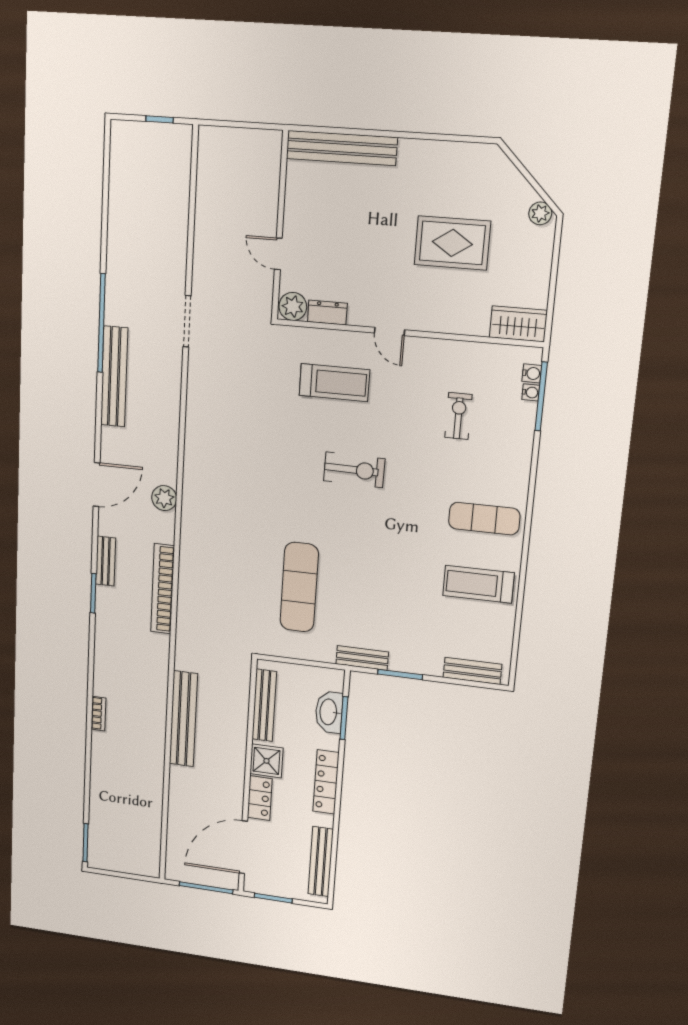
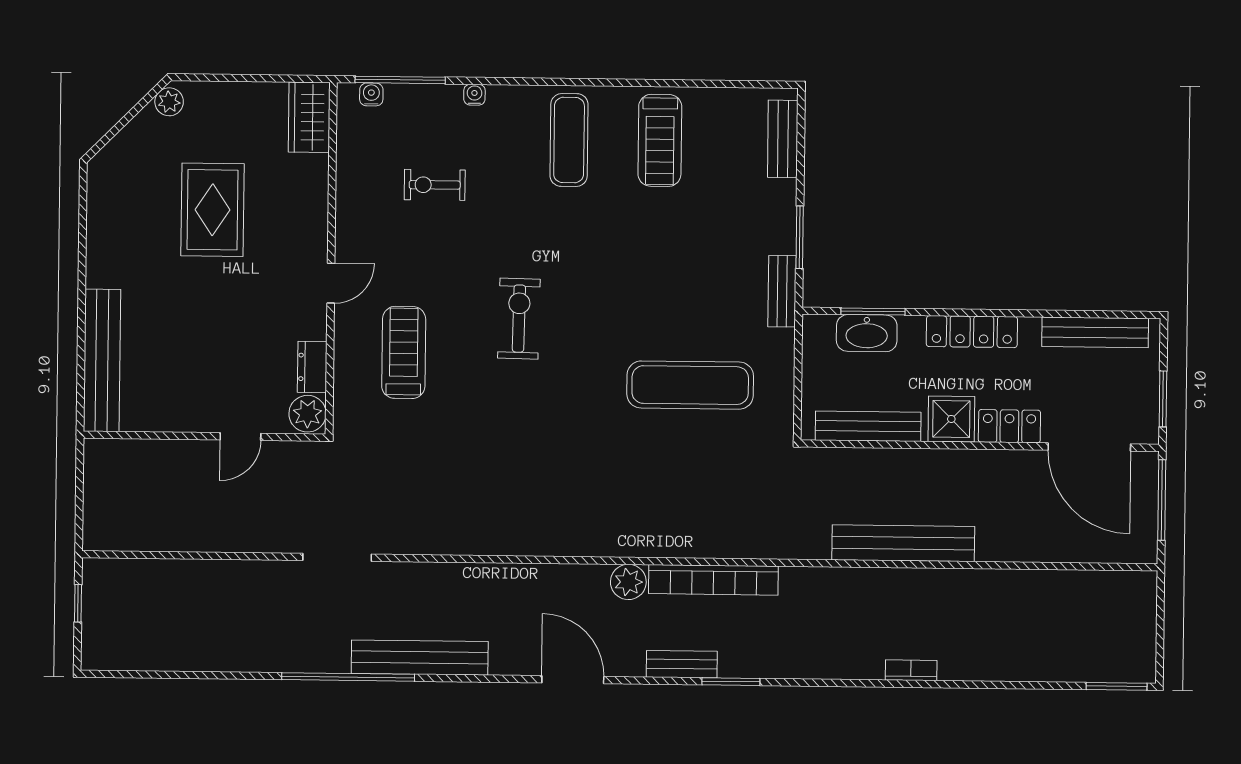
water cooler: (531, 392) -> (474, 95), moved
plant: (164, 498) -> (628, 582), moved

